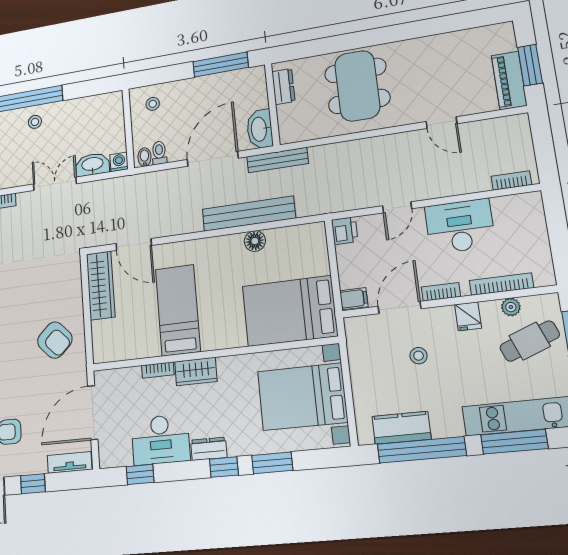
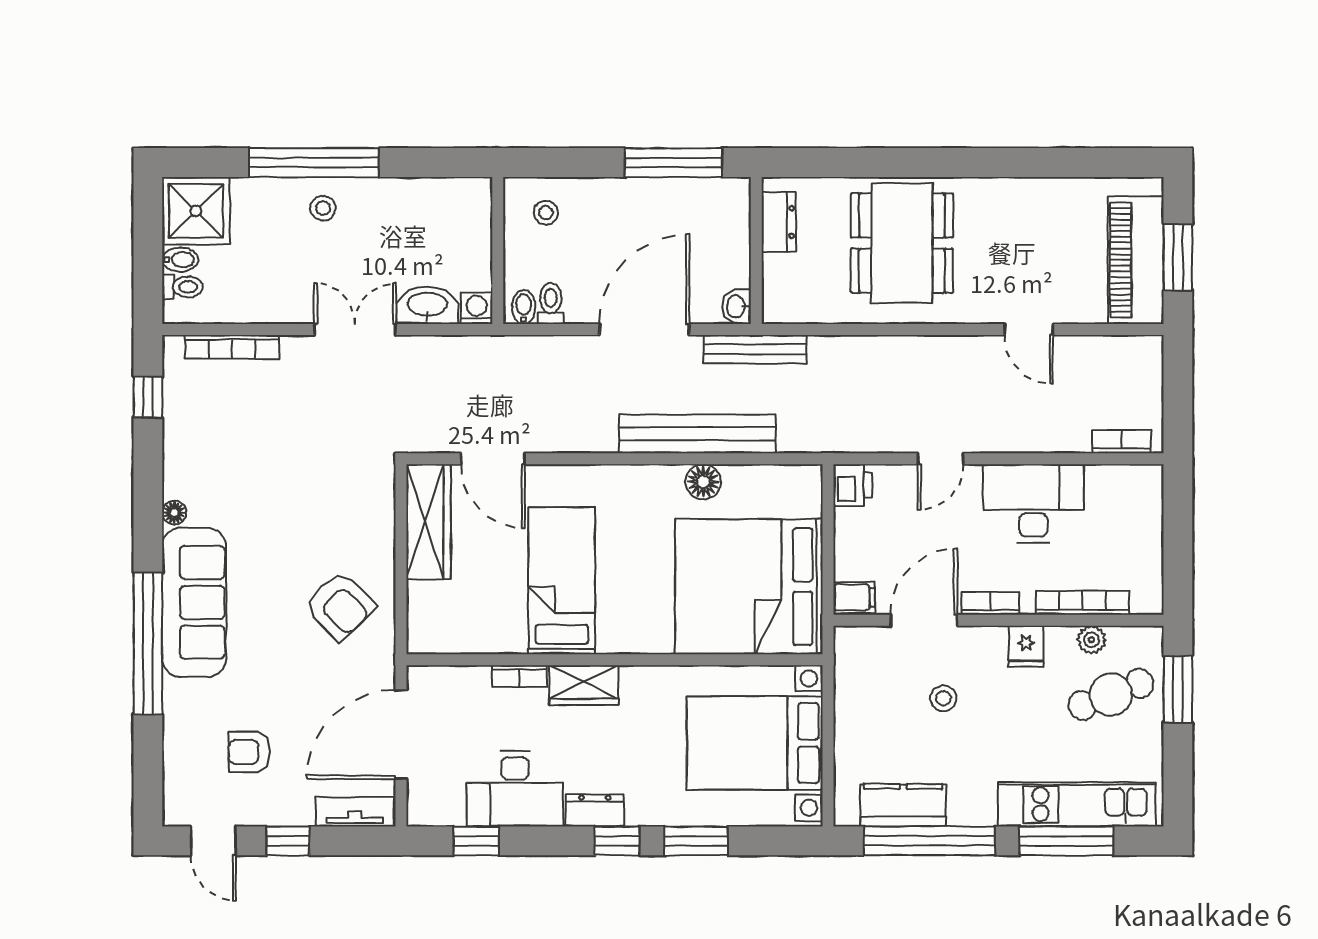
piano: (509, 80) -> (1136, 260), width x1.37, depth x1.33
washbasin: (260, 129) -> (737, 307), width x0.52, depth x0.69
bed: (290, 311) -> (749, 587), width x1.36

